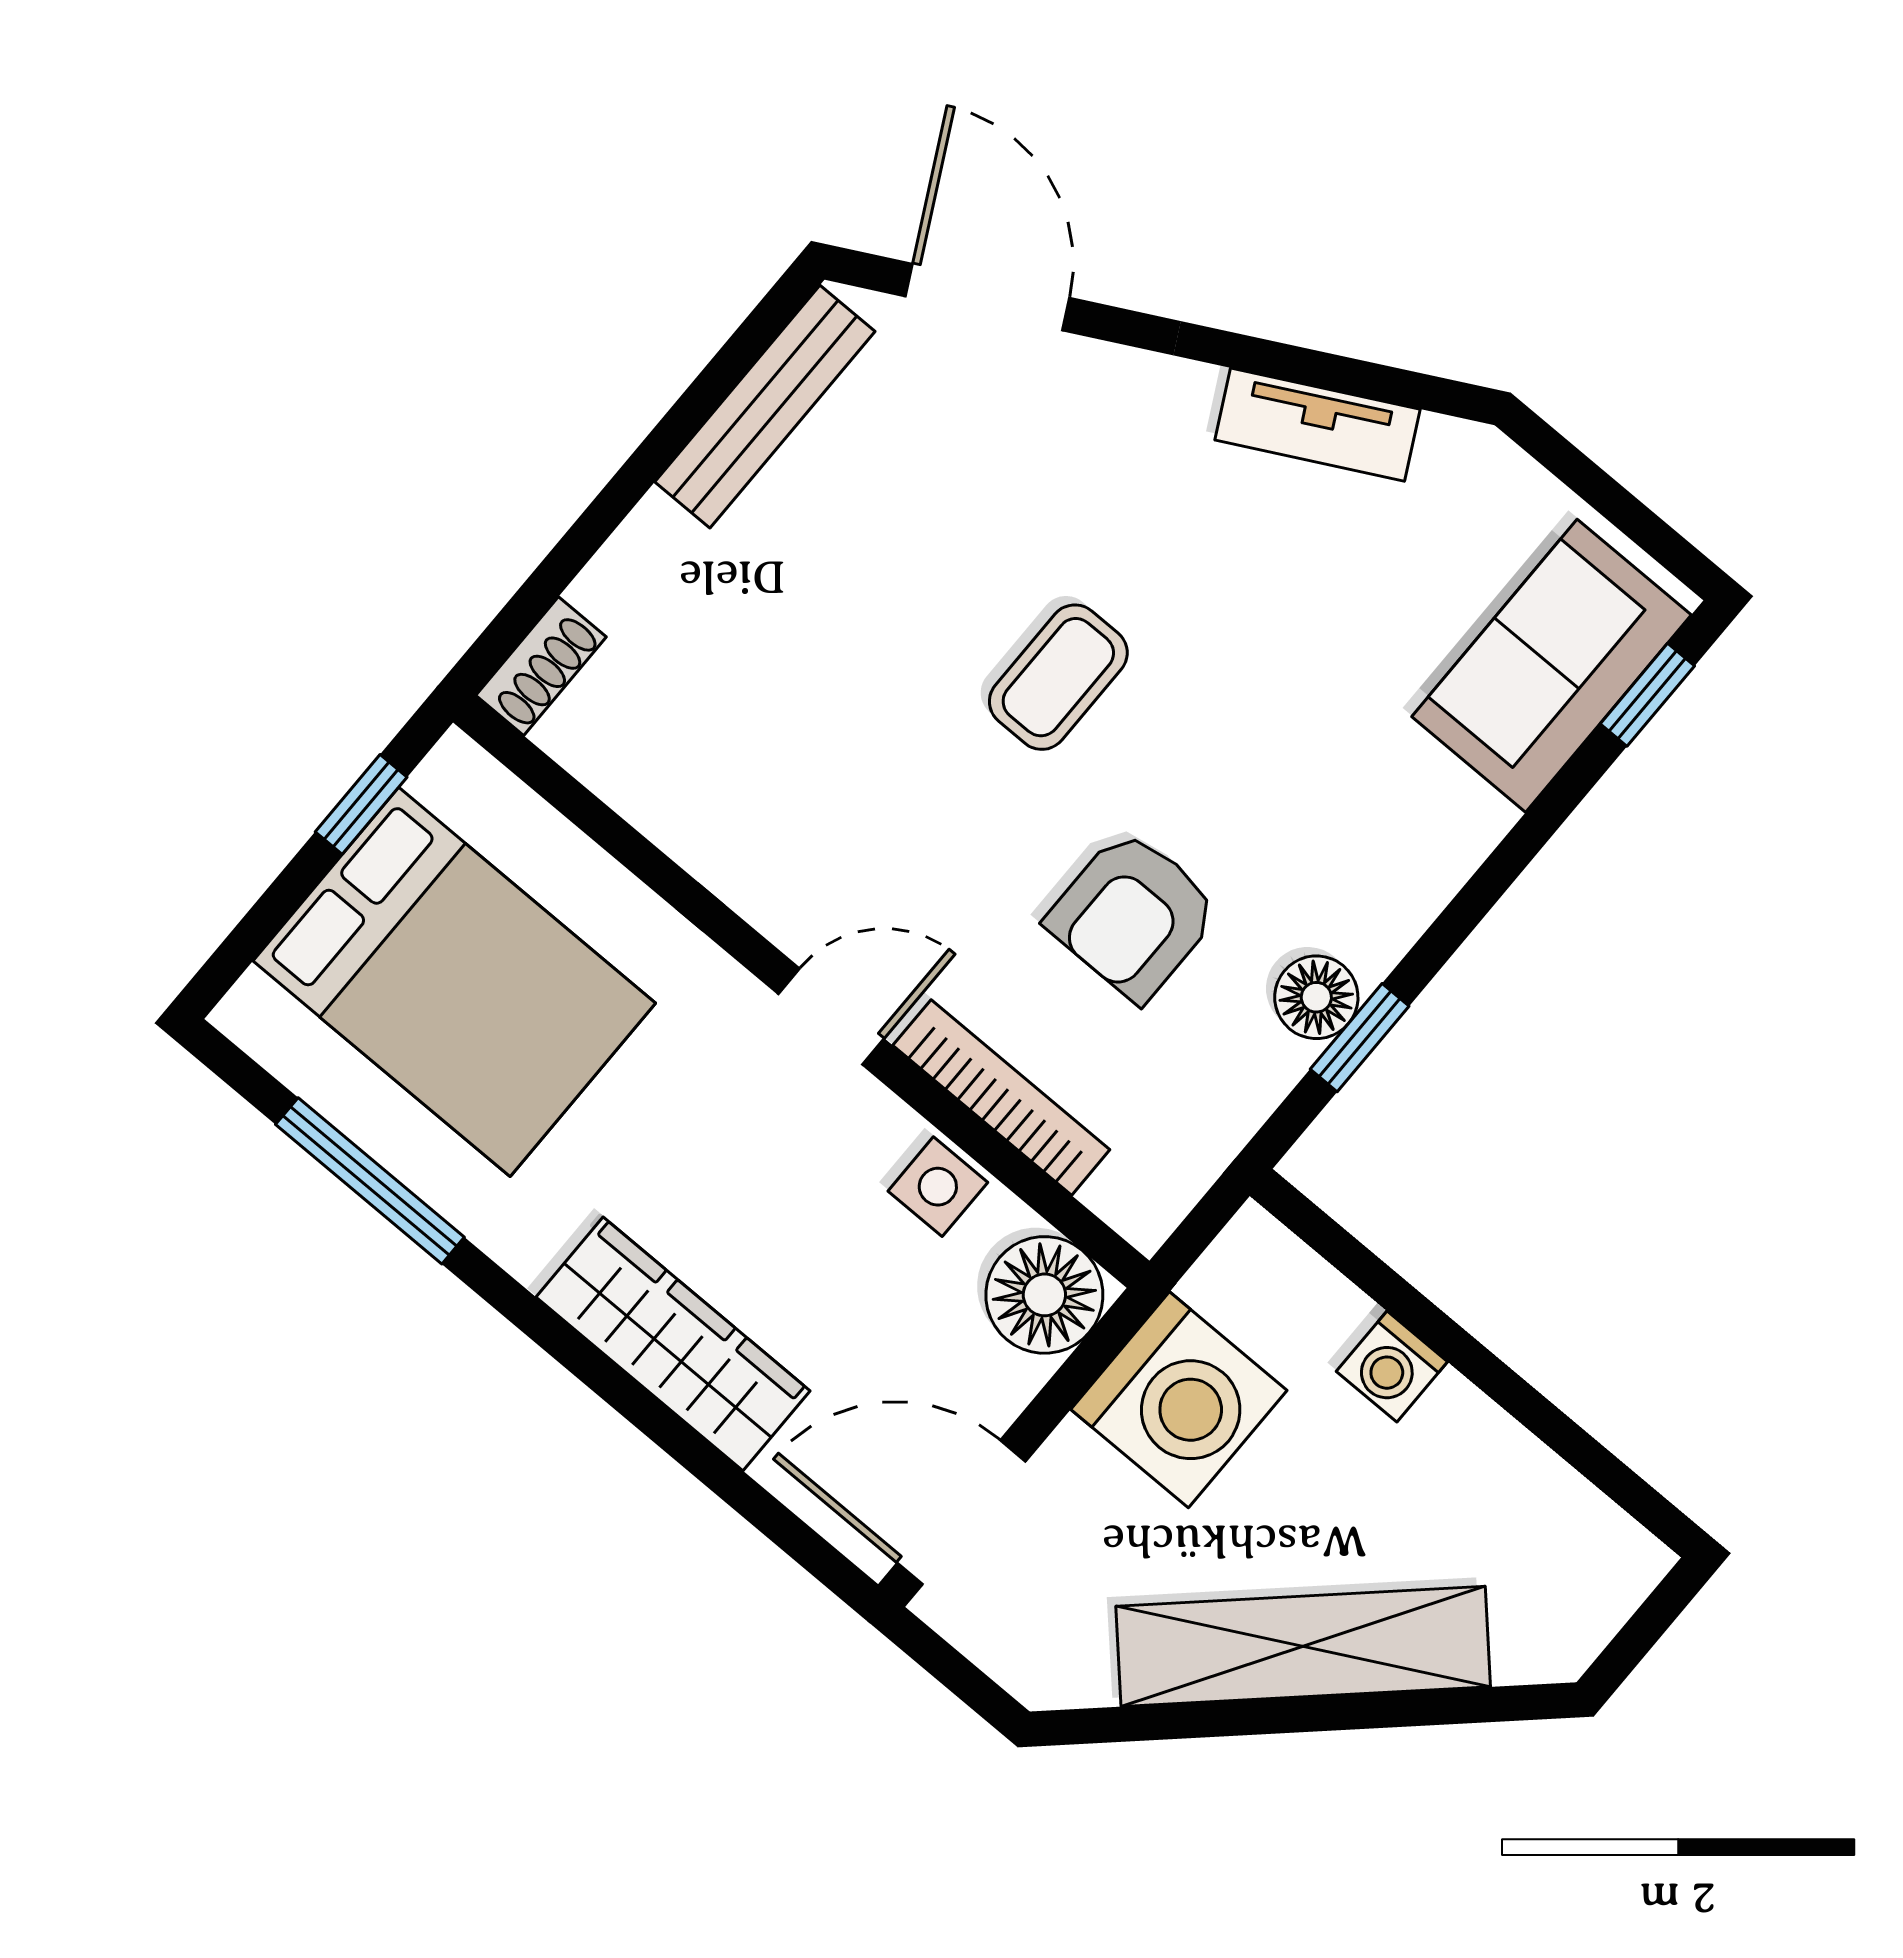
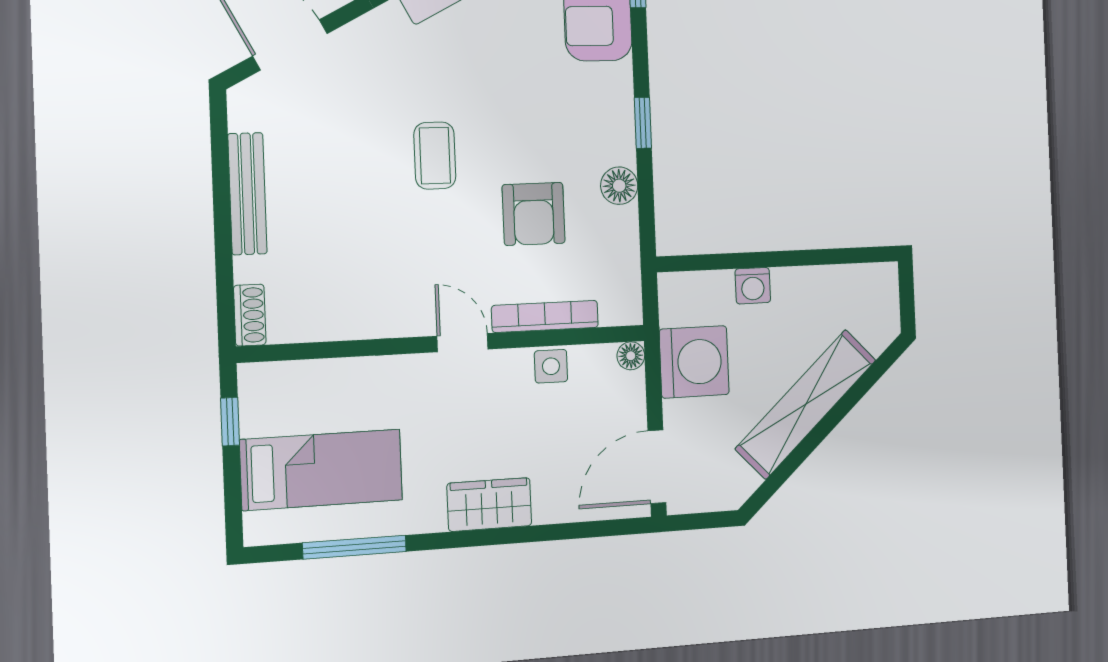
bench: (765, 407) -> (247, 194), moved
bed: (454, 982) -> (321, 470), width x0.67
door: (831, 1017) -> (463, 343), hinge flipped
window: (1360, 1038) -> (643, 123), moved
floor lamp: (1044, 1295) -> (631, 356), width x0.53, depth x0.53
wardrobe: (673, 1344) -> (489, 504), width x0.67

